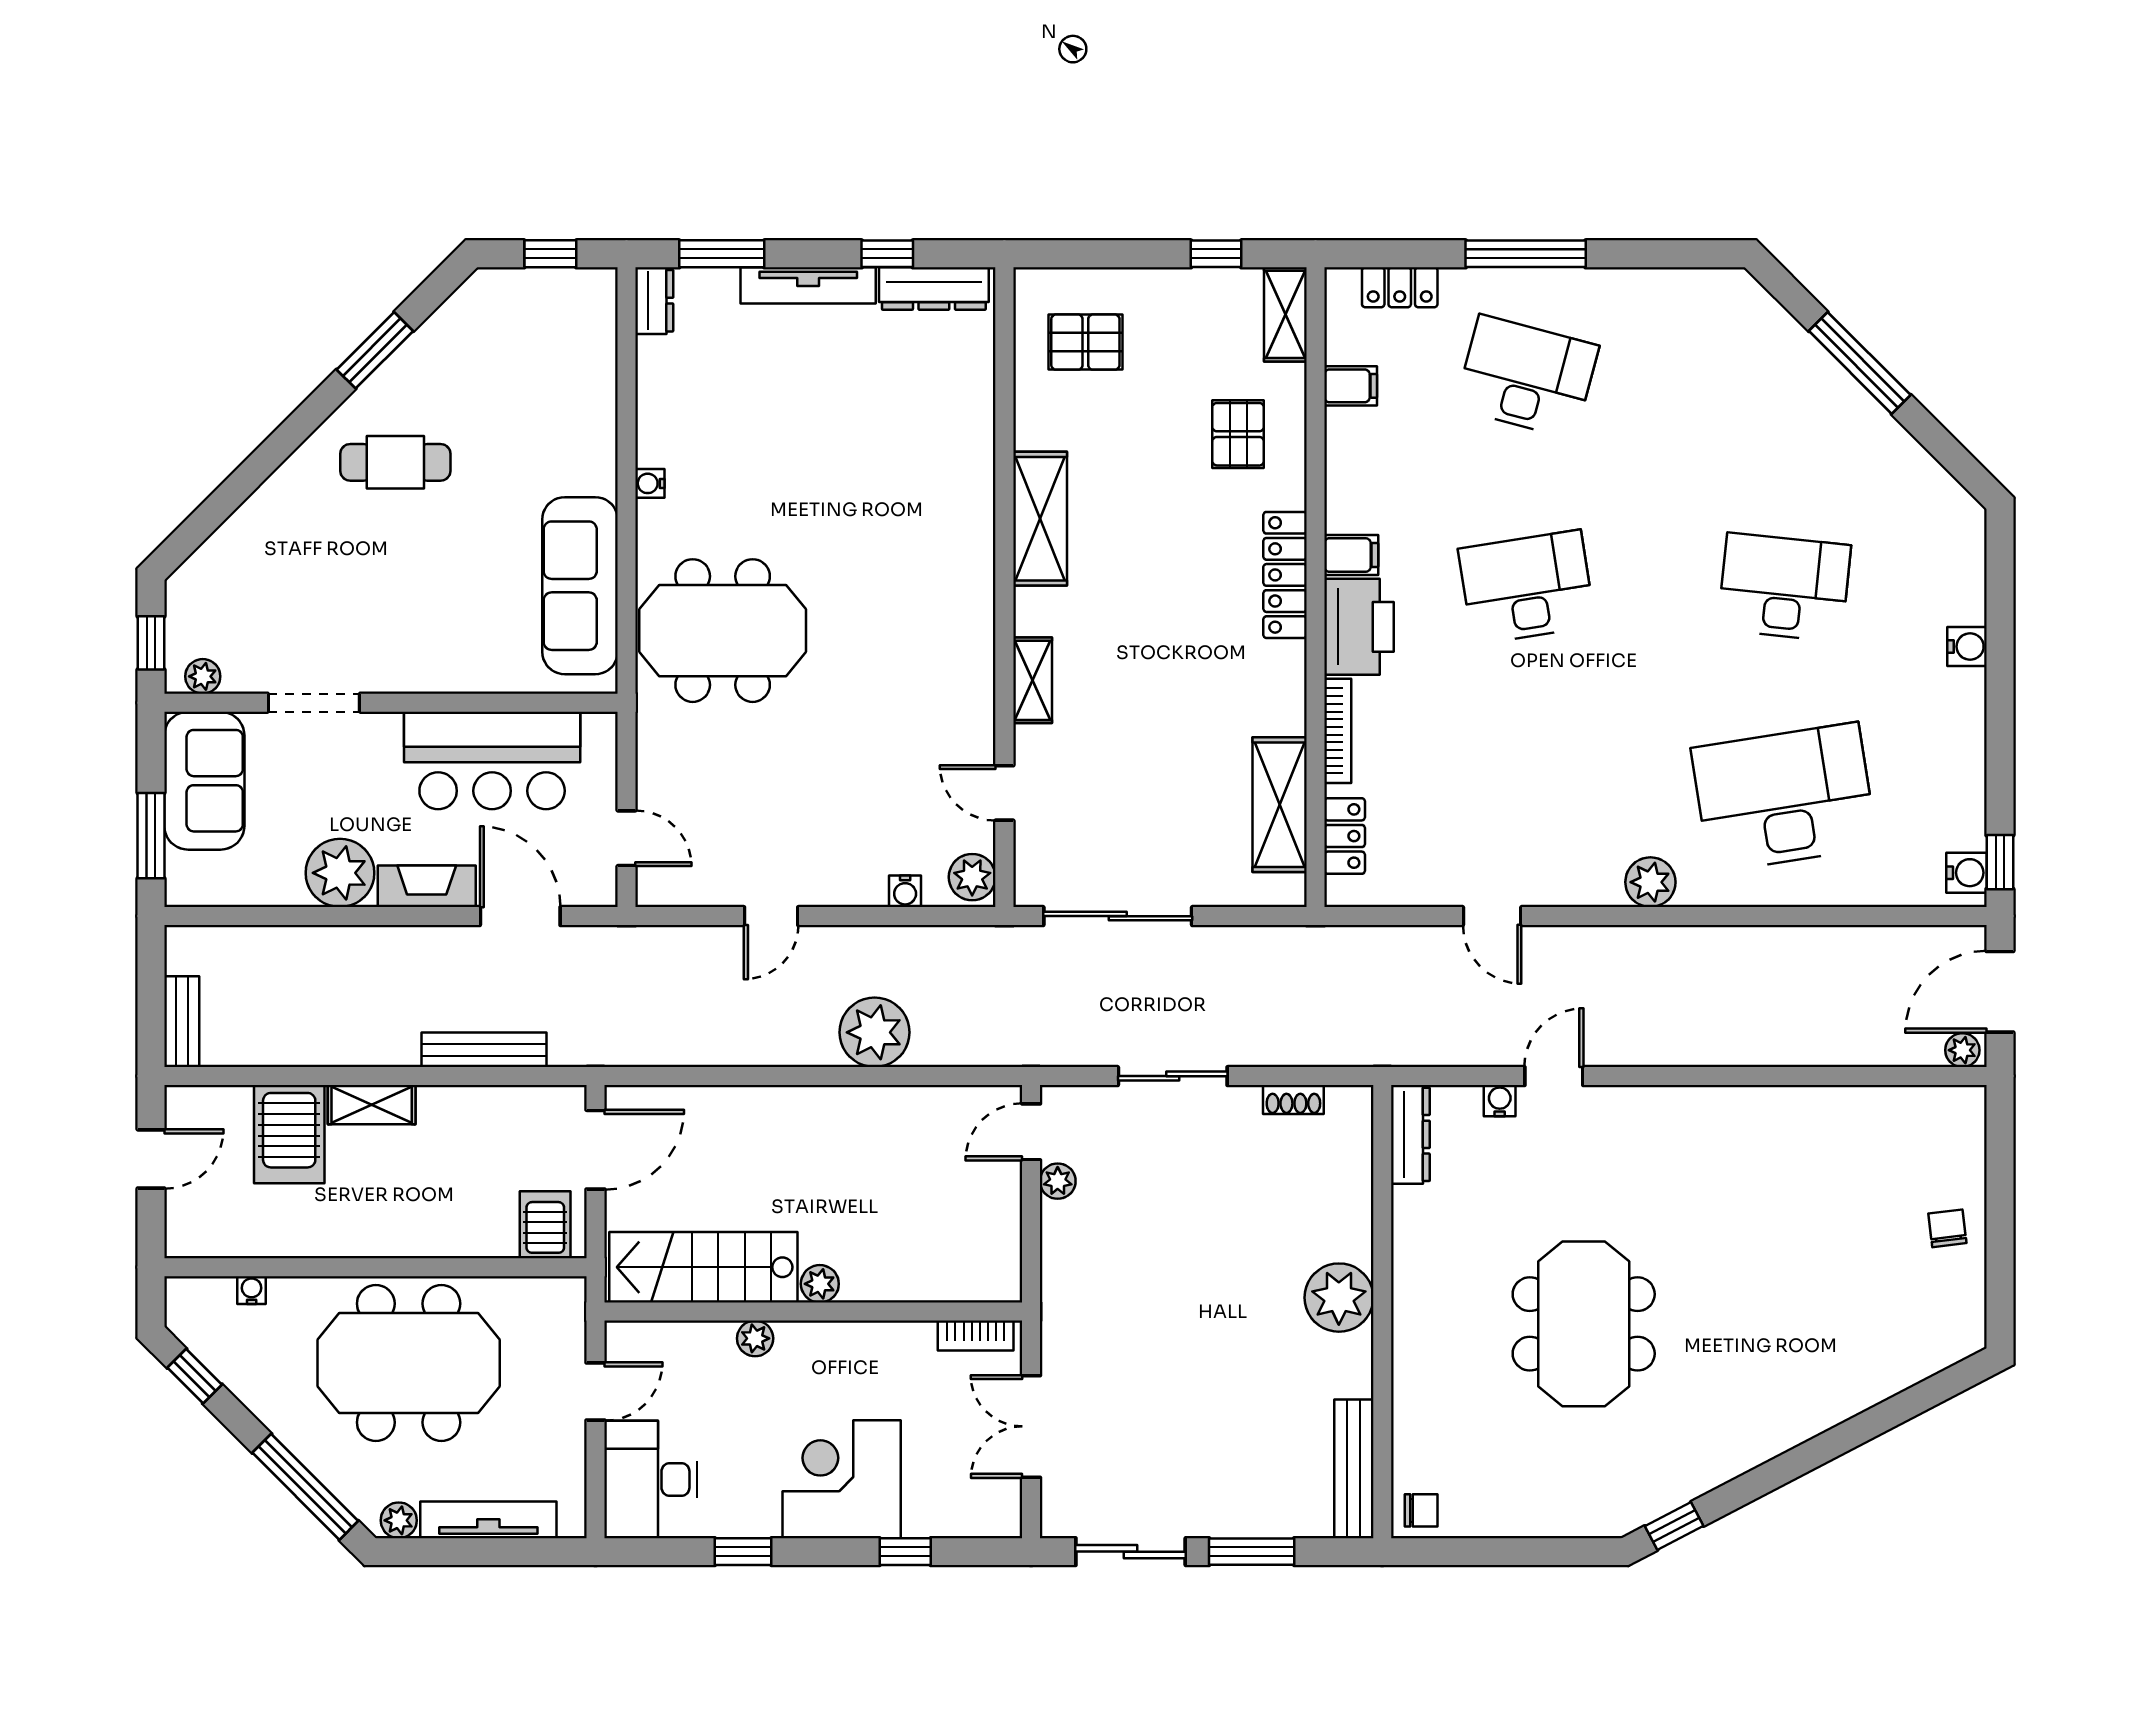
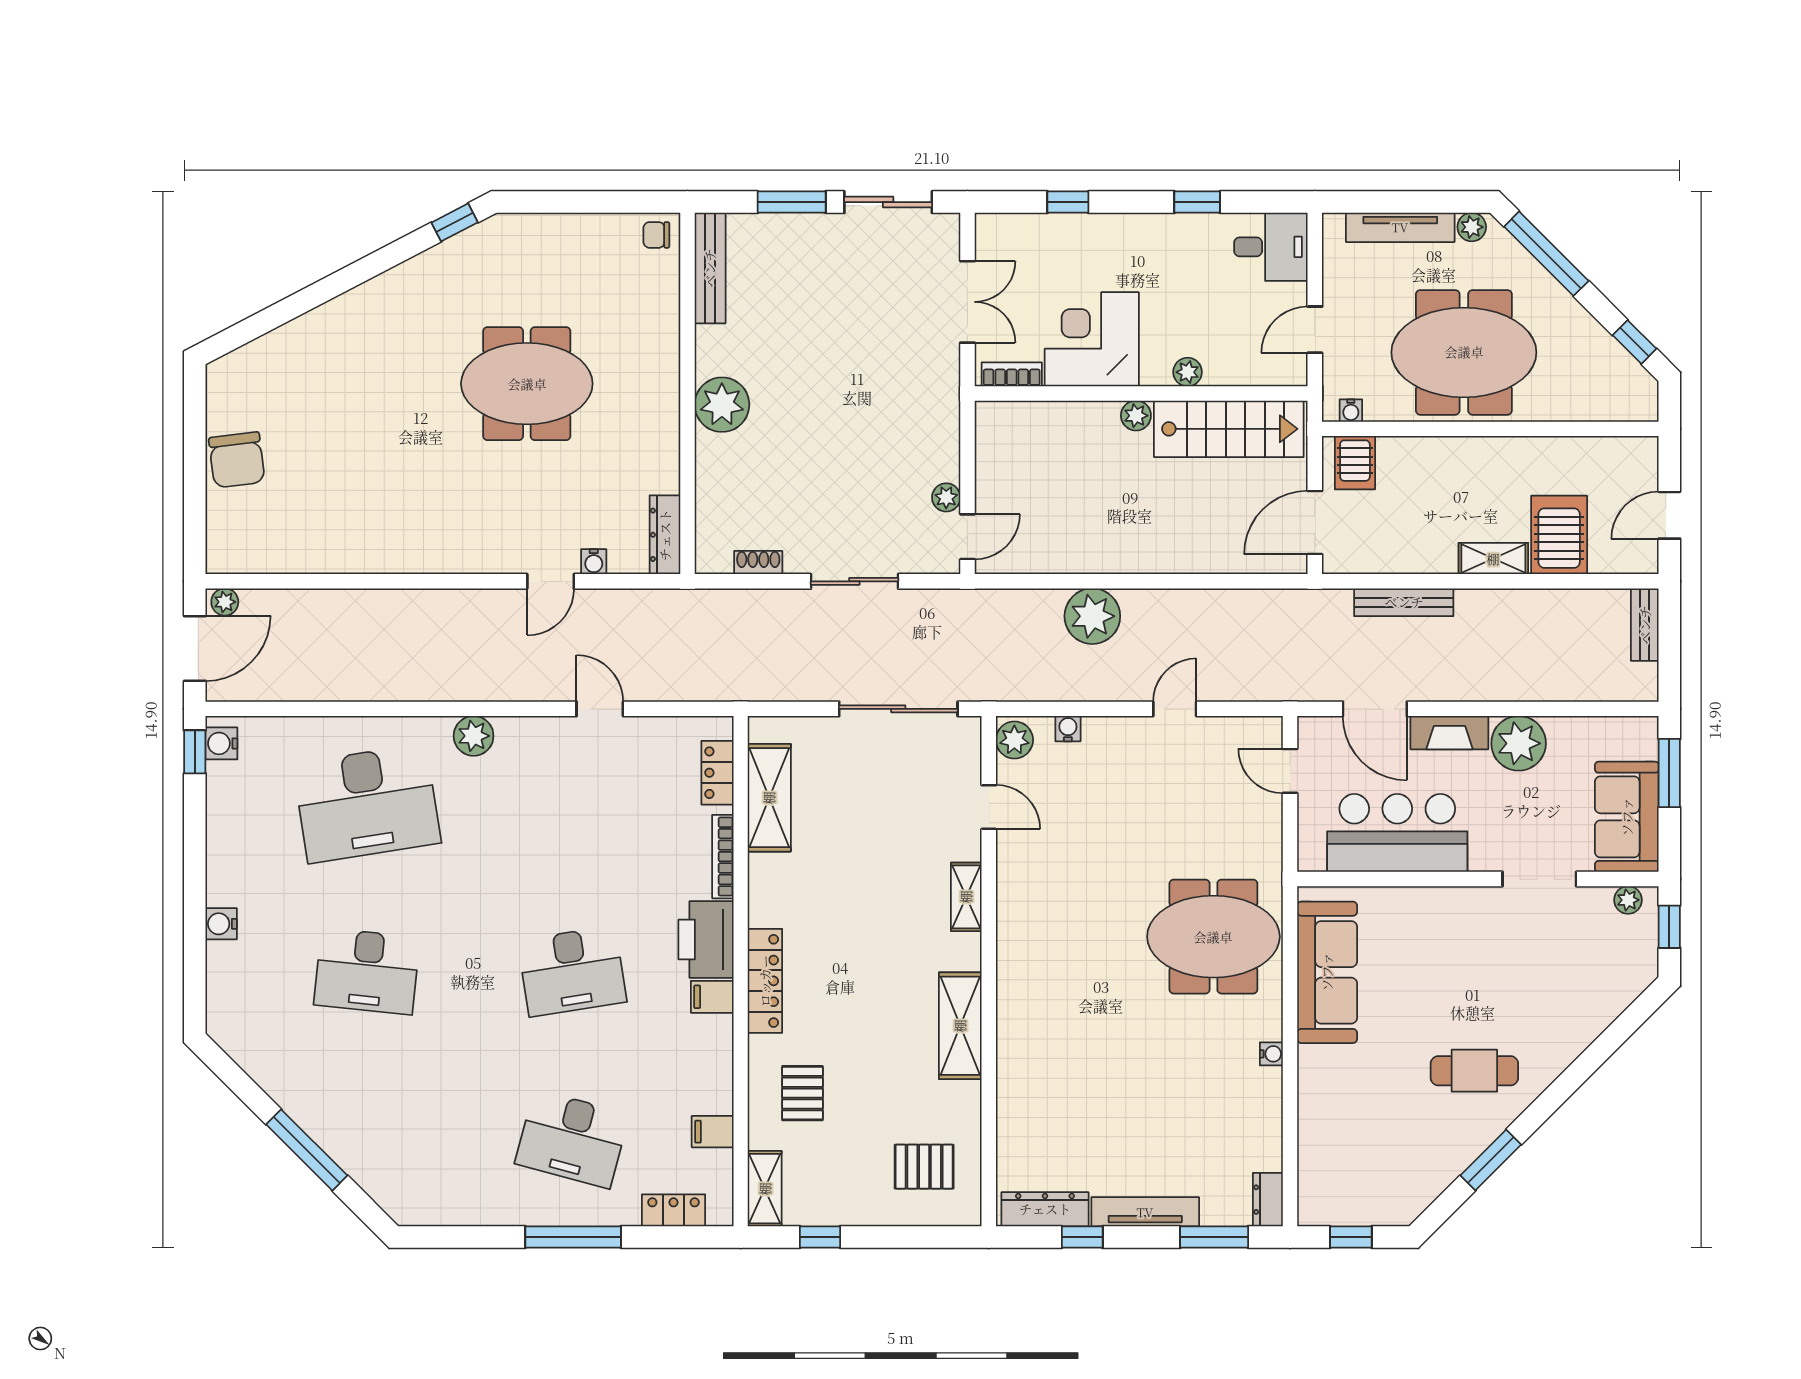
chair: (1947, 1228) -> (237, 460), width x1.87, depth x1.87
water cooler: (252, 1290) -> (1351, 411), moved
meeting table: (1584, 1324) -> (527, 384), turned 90
desk: (651, 1479) -> (1271, 247), width x0.73
corner desk: (842, 1479) -> (1092, 339), moved, turned 180

